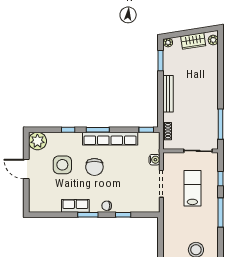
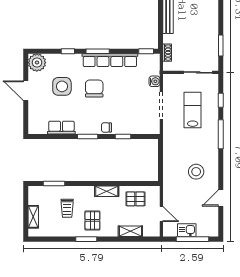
window: (220, 124) -> (221, 46), width x0.69
chair: (94, 167) -> (94, 89), turned 180
row of seats: (75, 206) -> (61, 128), moved

